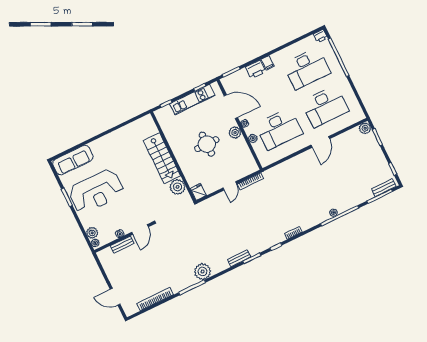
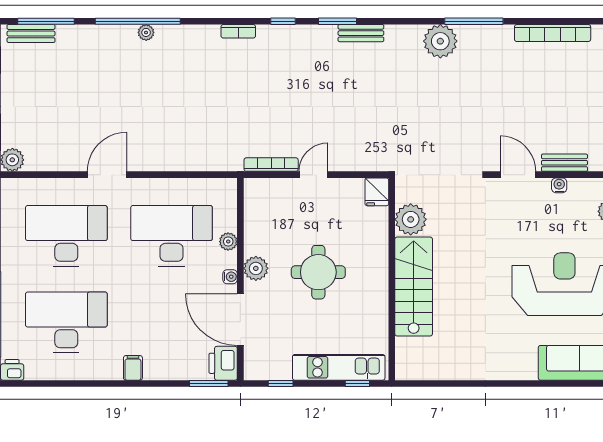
printer: (256, 69) -> (223, 363), moved, turned -90
kitchen unit: (192, 100) -> (339, 367), moved
door: (140, 229) -> (518, 175), hinge flipped

